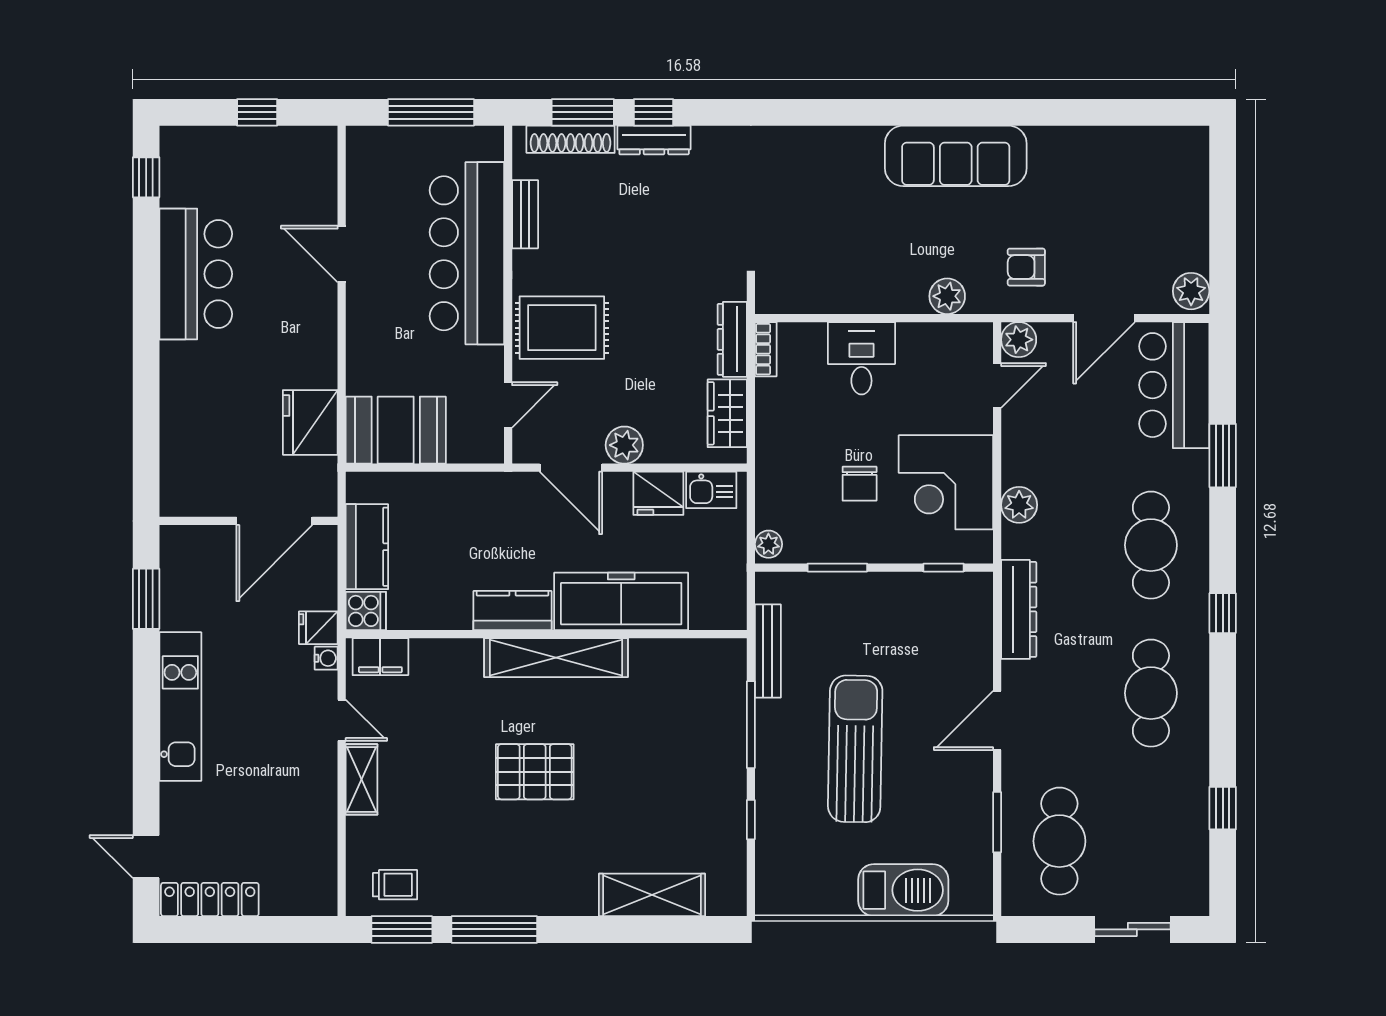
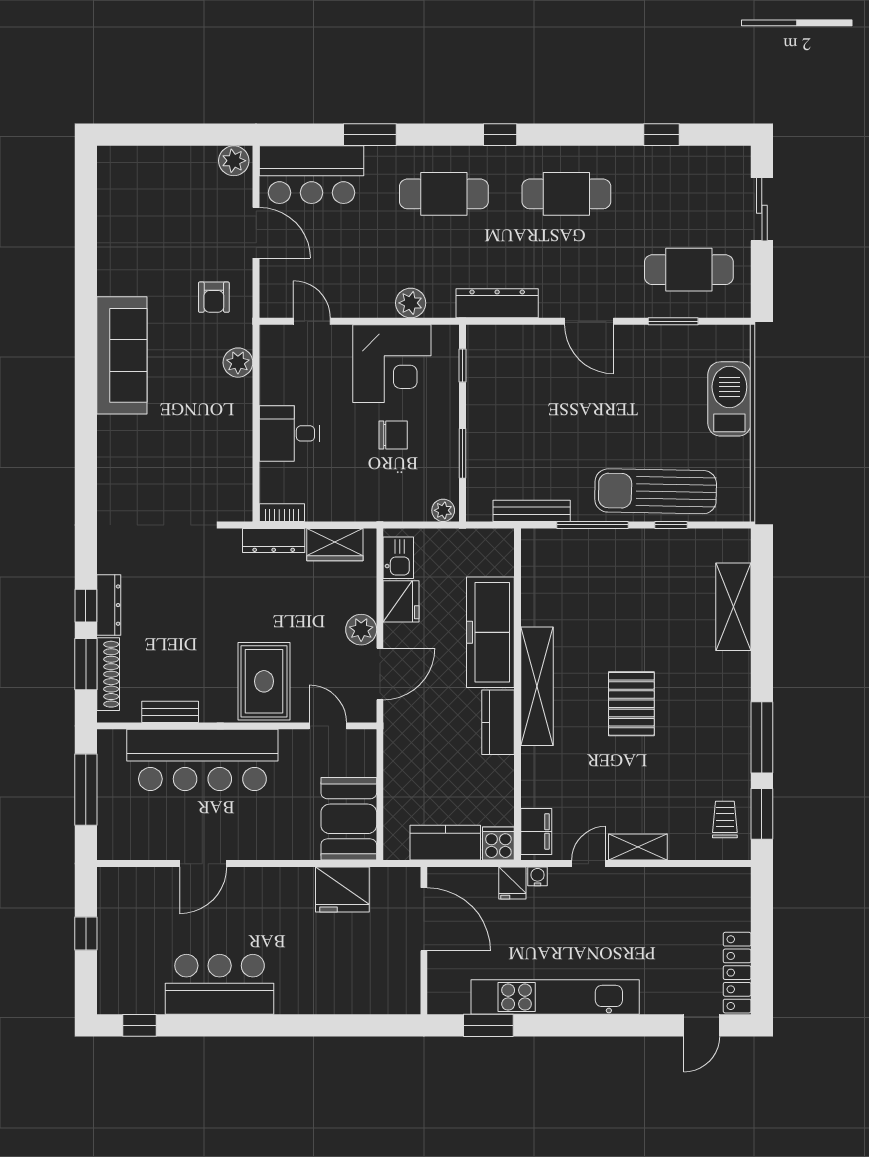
plant: (1019, 340) -> (274, 303), removed
kitchen unit: (180, 707) -> (555, 997), width x1.36
sun lounger: (855, 749) -> (656, 491), moved

